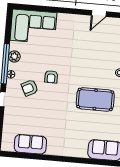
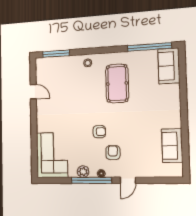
armchair: (30, 88) -> (113, 153), turned -153

